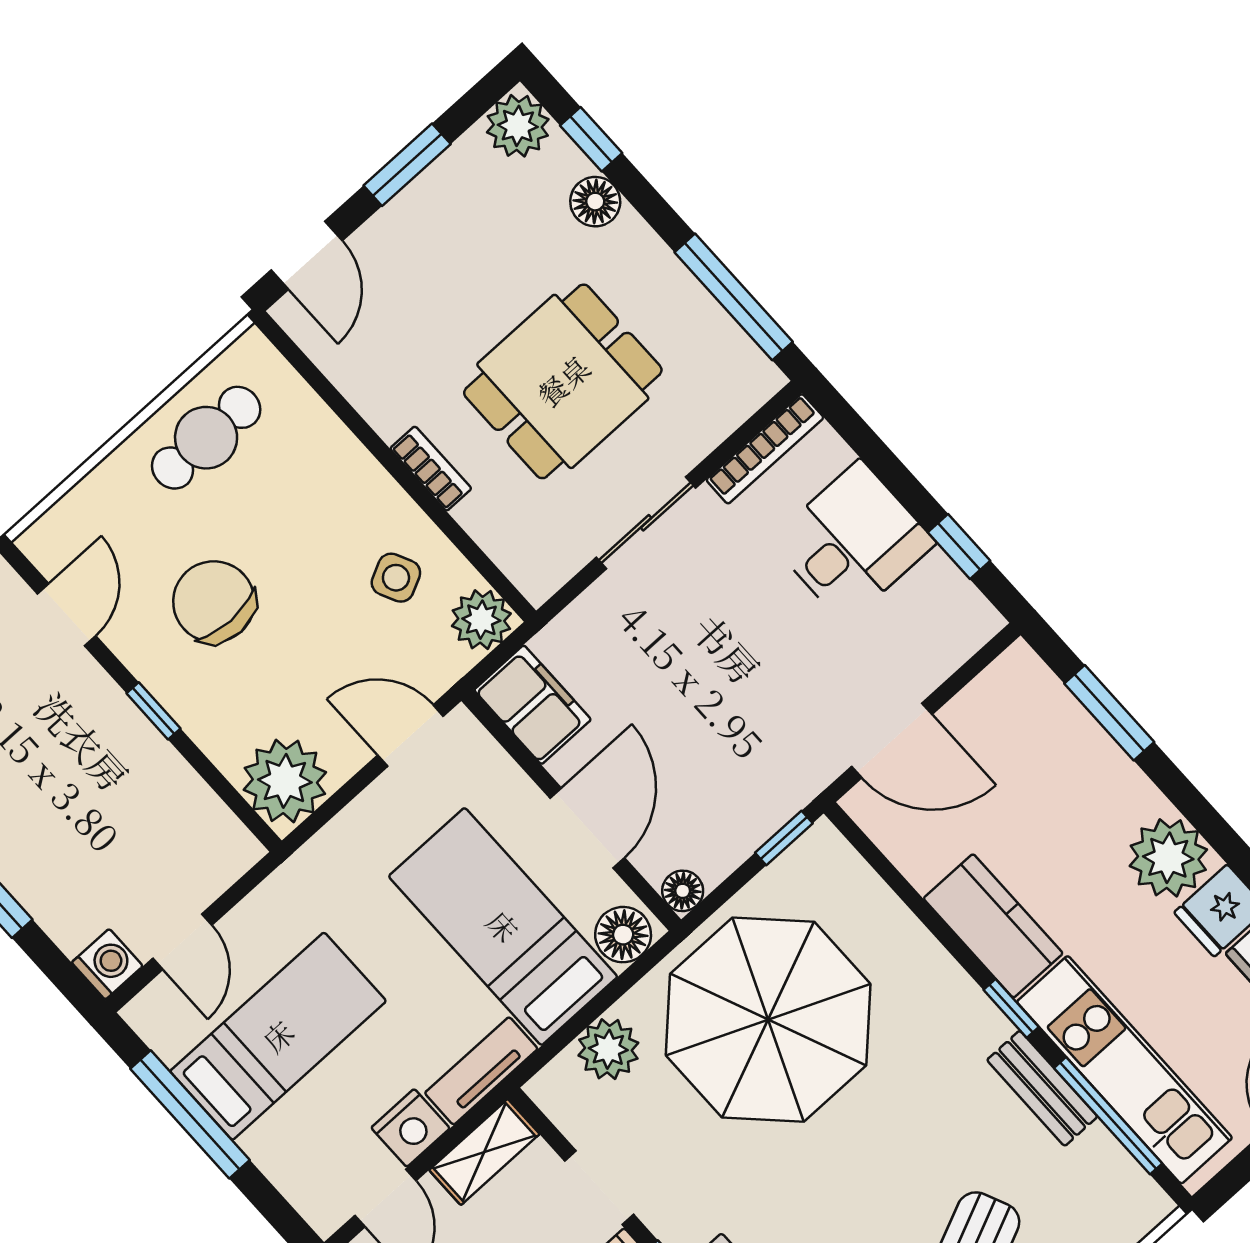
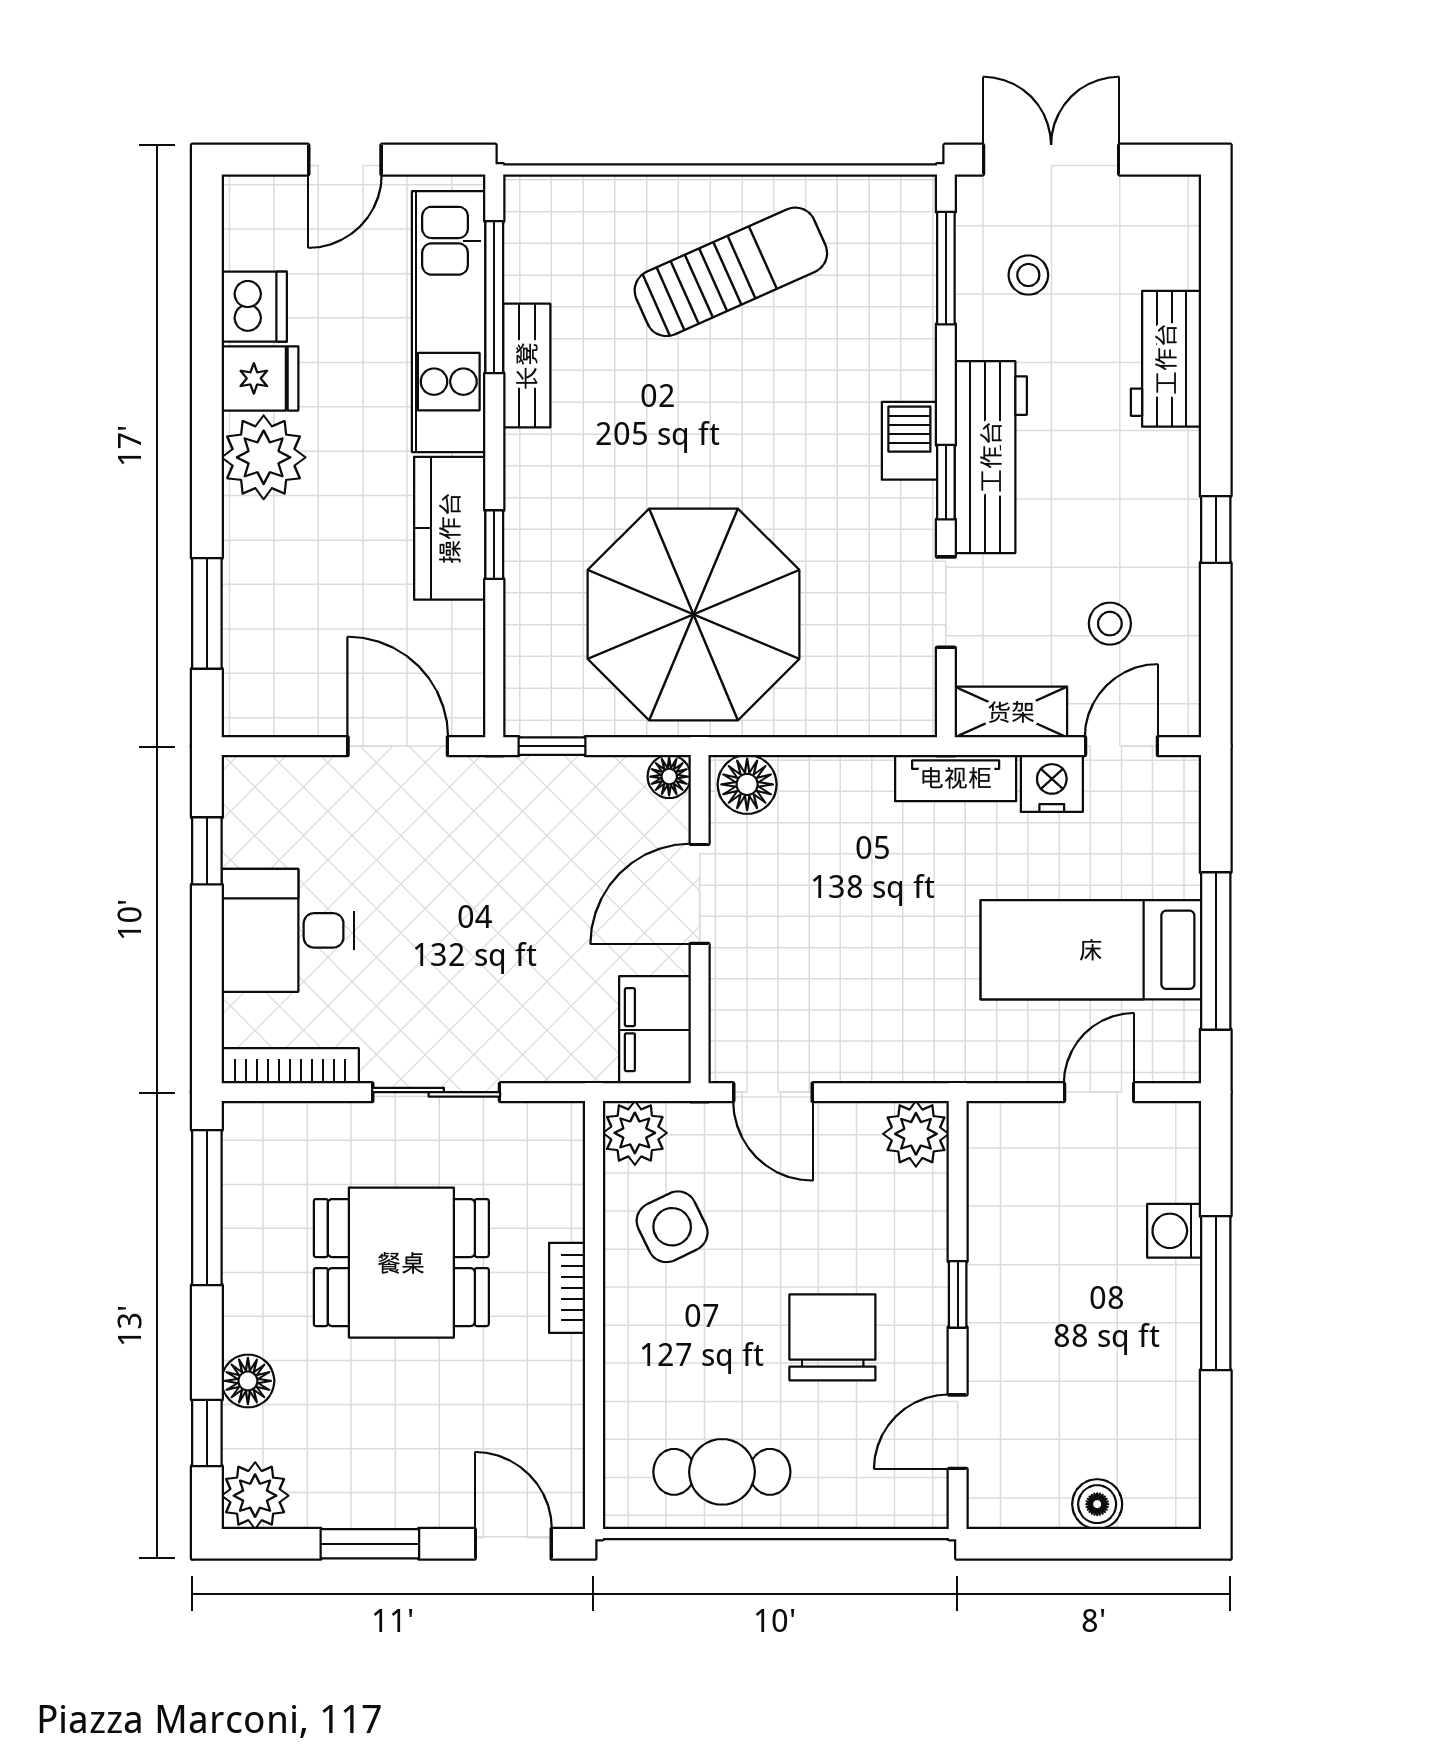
door: (307, 255) -> (513, 1544), hinge flipped
side table: (396, 578) -> (672, 1227), width x1.37, depth x1.37
chair: (214, 602) -> (832, 1337), turned 180
plant: (285, 781) -> (916, 1134), width x0.73, depth x0.73
bed: (503, 926) -> (836, 876), removed
washing machine: (107, 964) -> (1174, 1231), moved
window: (1011, 1008) -> (494, 545), moved
plant: (608, 1049) -> (840, 705), removed

